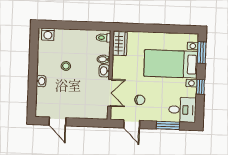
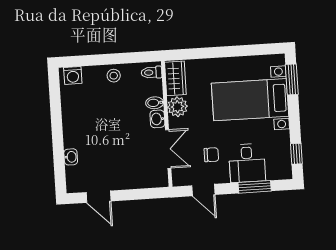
plant: (119, 64) -> (177, 107), added
stool: (66, 66) -> (114, 76), moved
washbasin: (41, 81) -> (71, 157), moved
window: (200, 87) -> (296, 154), moved
desk: (182, 110) -> (247, 163), moved, turned 90

